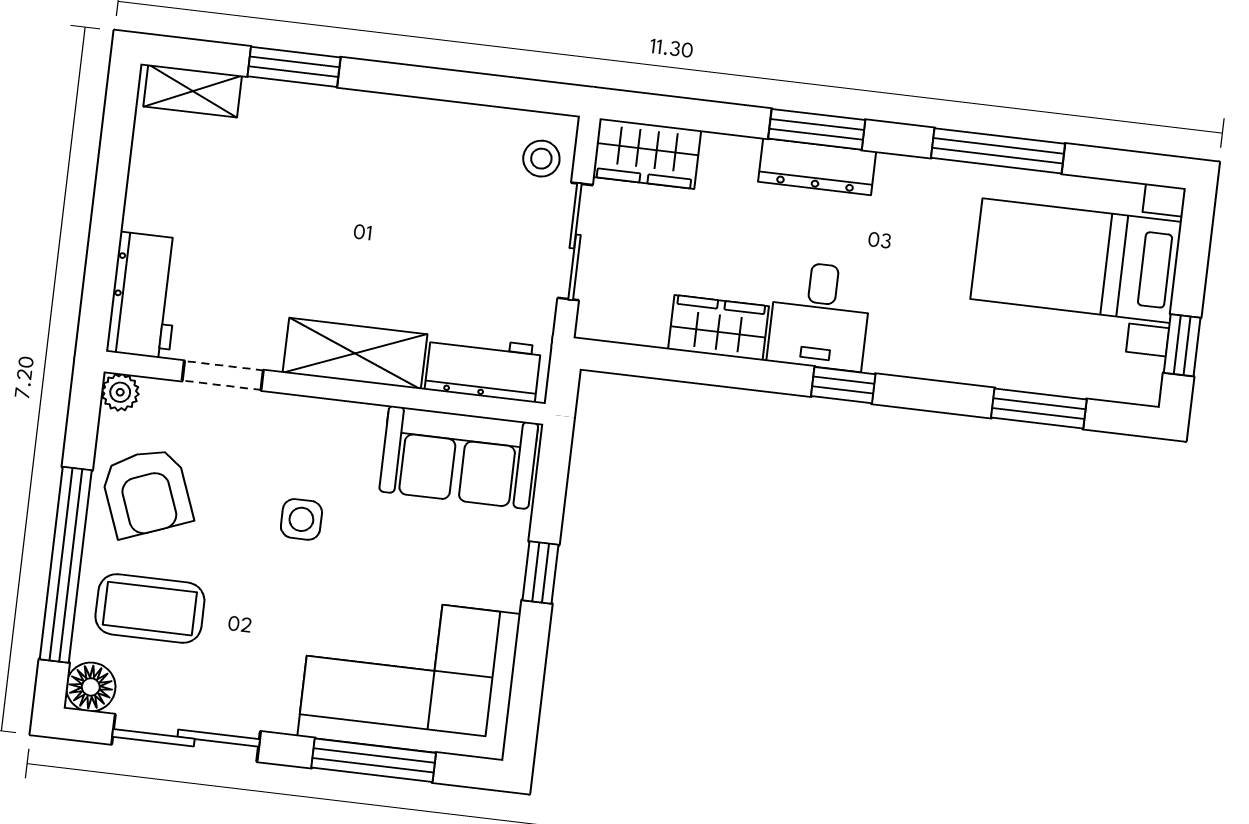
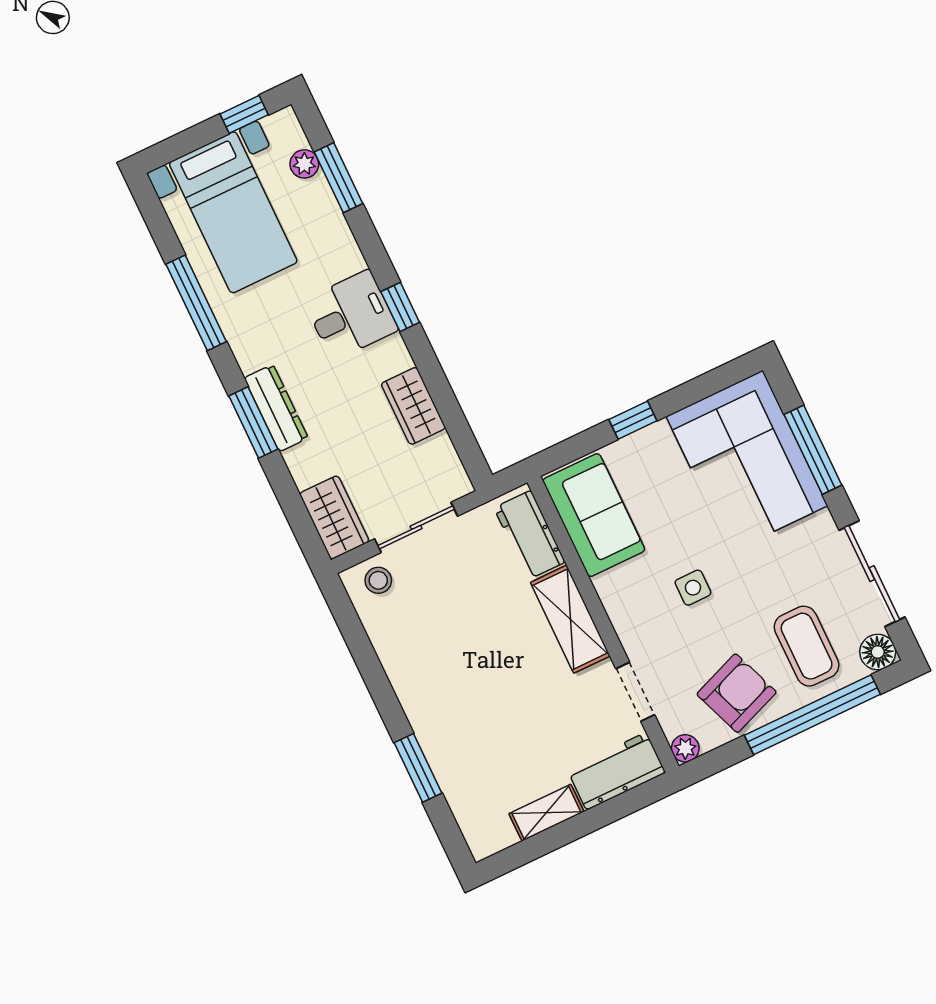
shelving: (193, 91) -> (546, 813), moved, turned 90
desk: (820, 316) -> (351, 315), moved
plant: (1080, 379) -> (304, 164), added

